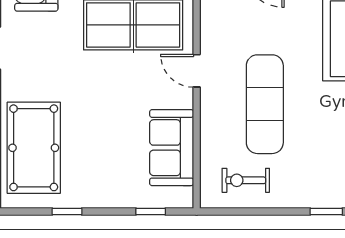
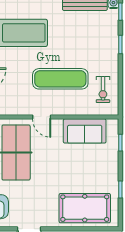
door: (197, 71) -> (42, 117), hinge flipped

